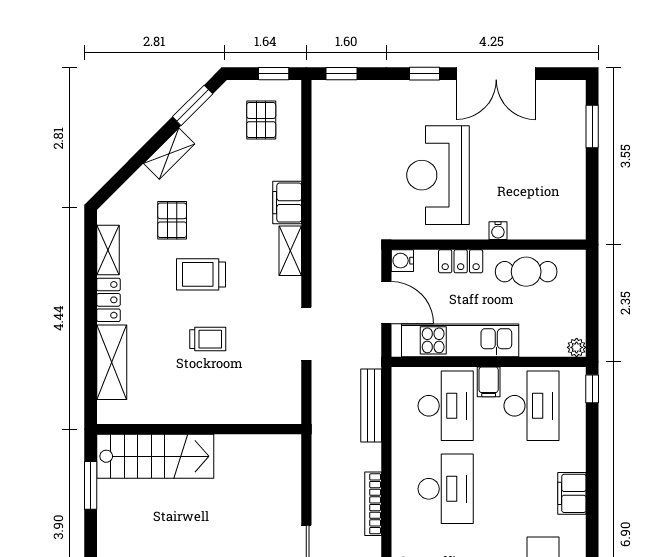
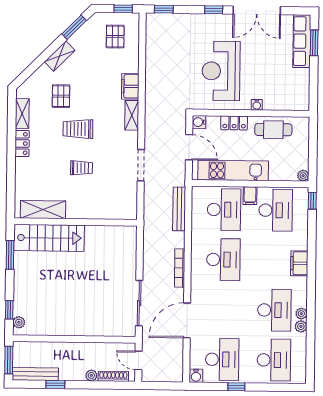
row of seats: (572, 124) -> (302, 41), added
shelving: (112, 362) -> (43, 210), moved, turned 90

